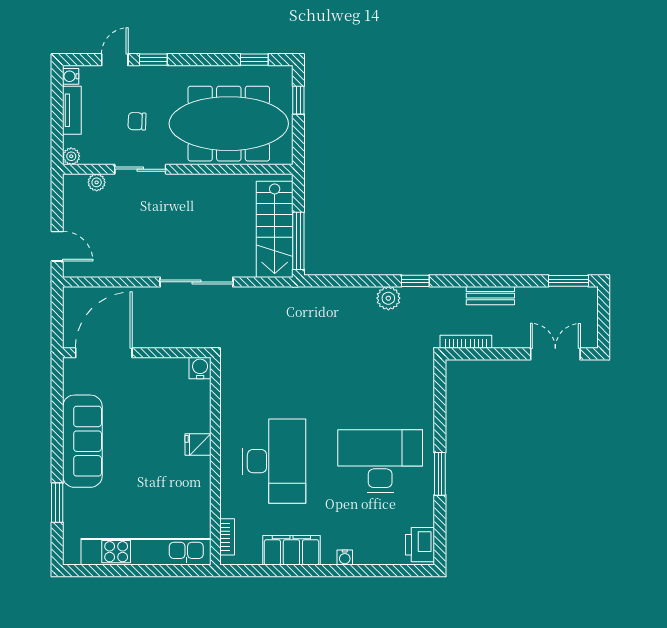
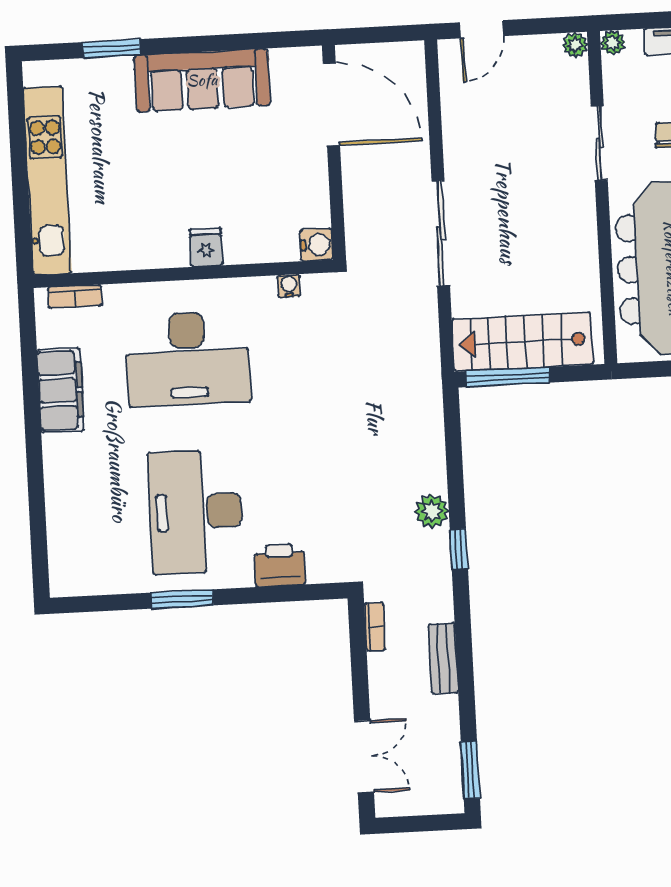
plant: (97, 182) -> (575, 45), moved
bookcase: (466, 342) -> (375, 627), width x0.64
desk: (380, 461) -> (196, 512), turned 180
printer: (420, 545) -> (280, 565), moved
water cooler: (345, 557) -> (289, 286), moved, turned 90

